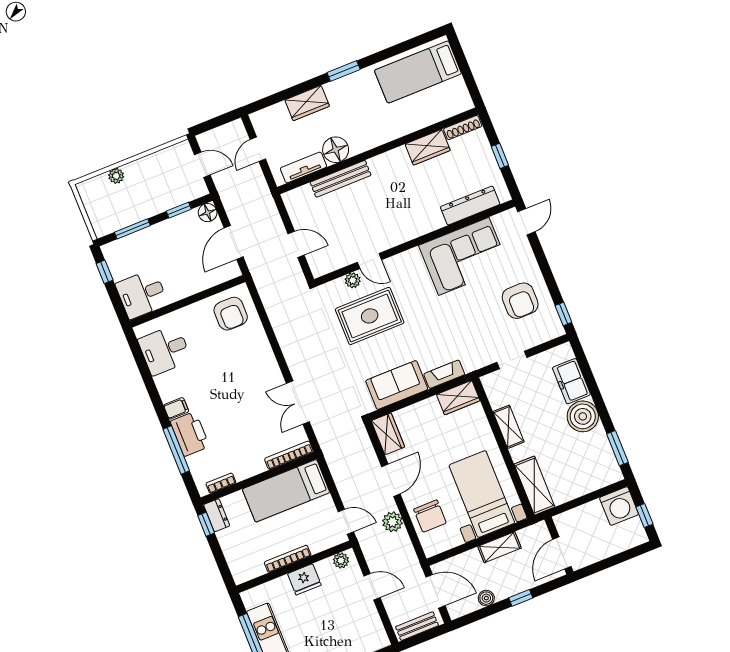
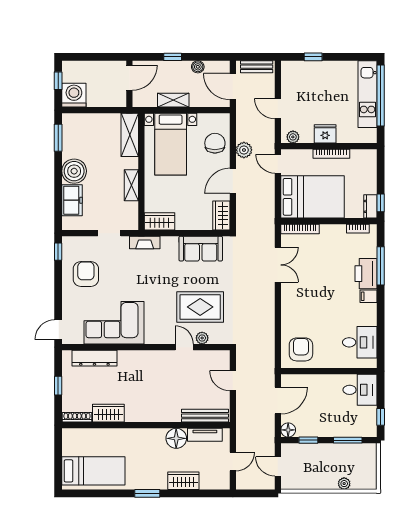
bench: (341, 179) -> (205, 416), moved
fireplace: (444, 374) -> (145, 243), moved
bed: (286, 491) -> (312, 197), width x1.50

